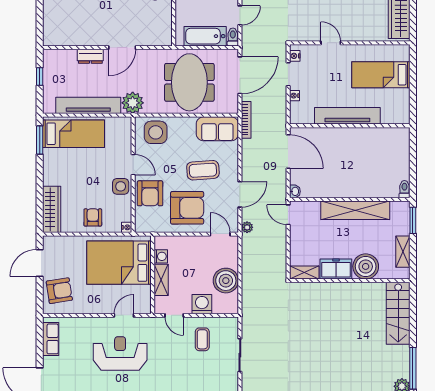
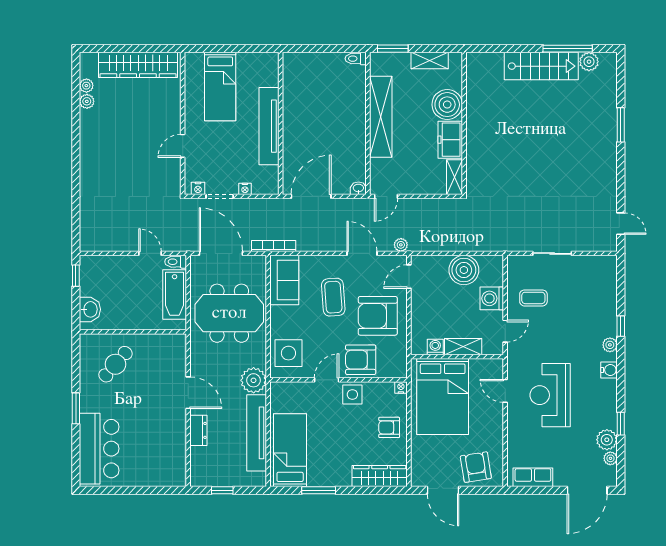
window: (40, 140) -> (319, 490), moved
armchair: (150, 193) -> (361, 360), turned 180
armchair: (187, 208) -> (378, 316), turned -90
stairs: (398, 313) -> (541, 66), moved

